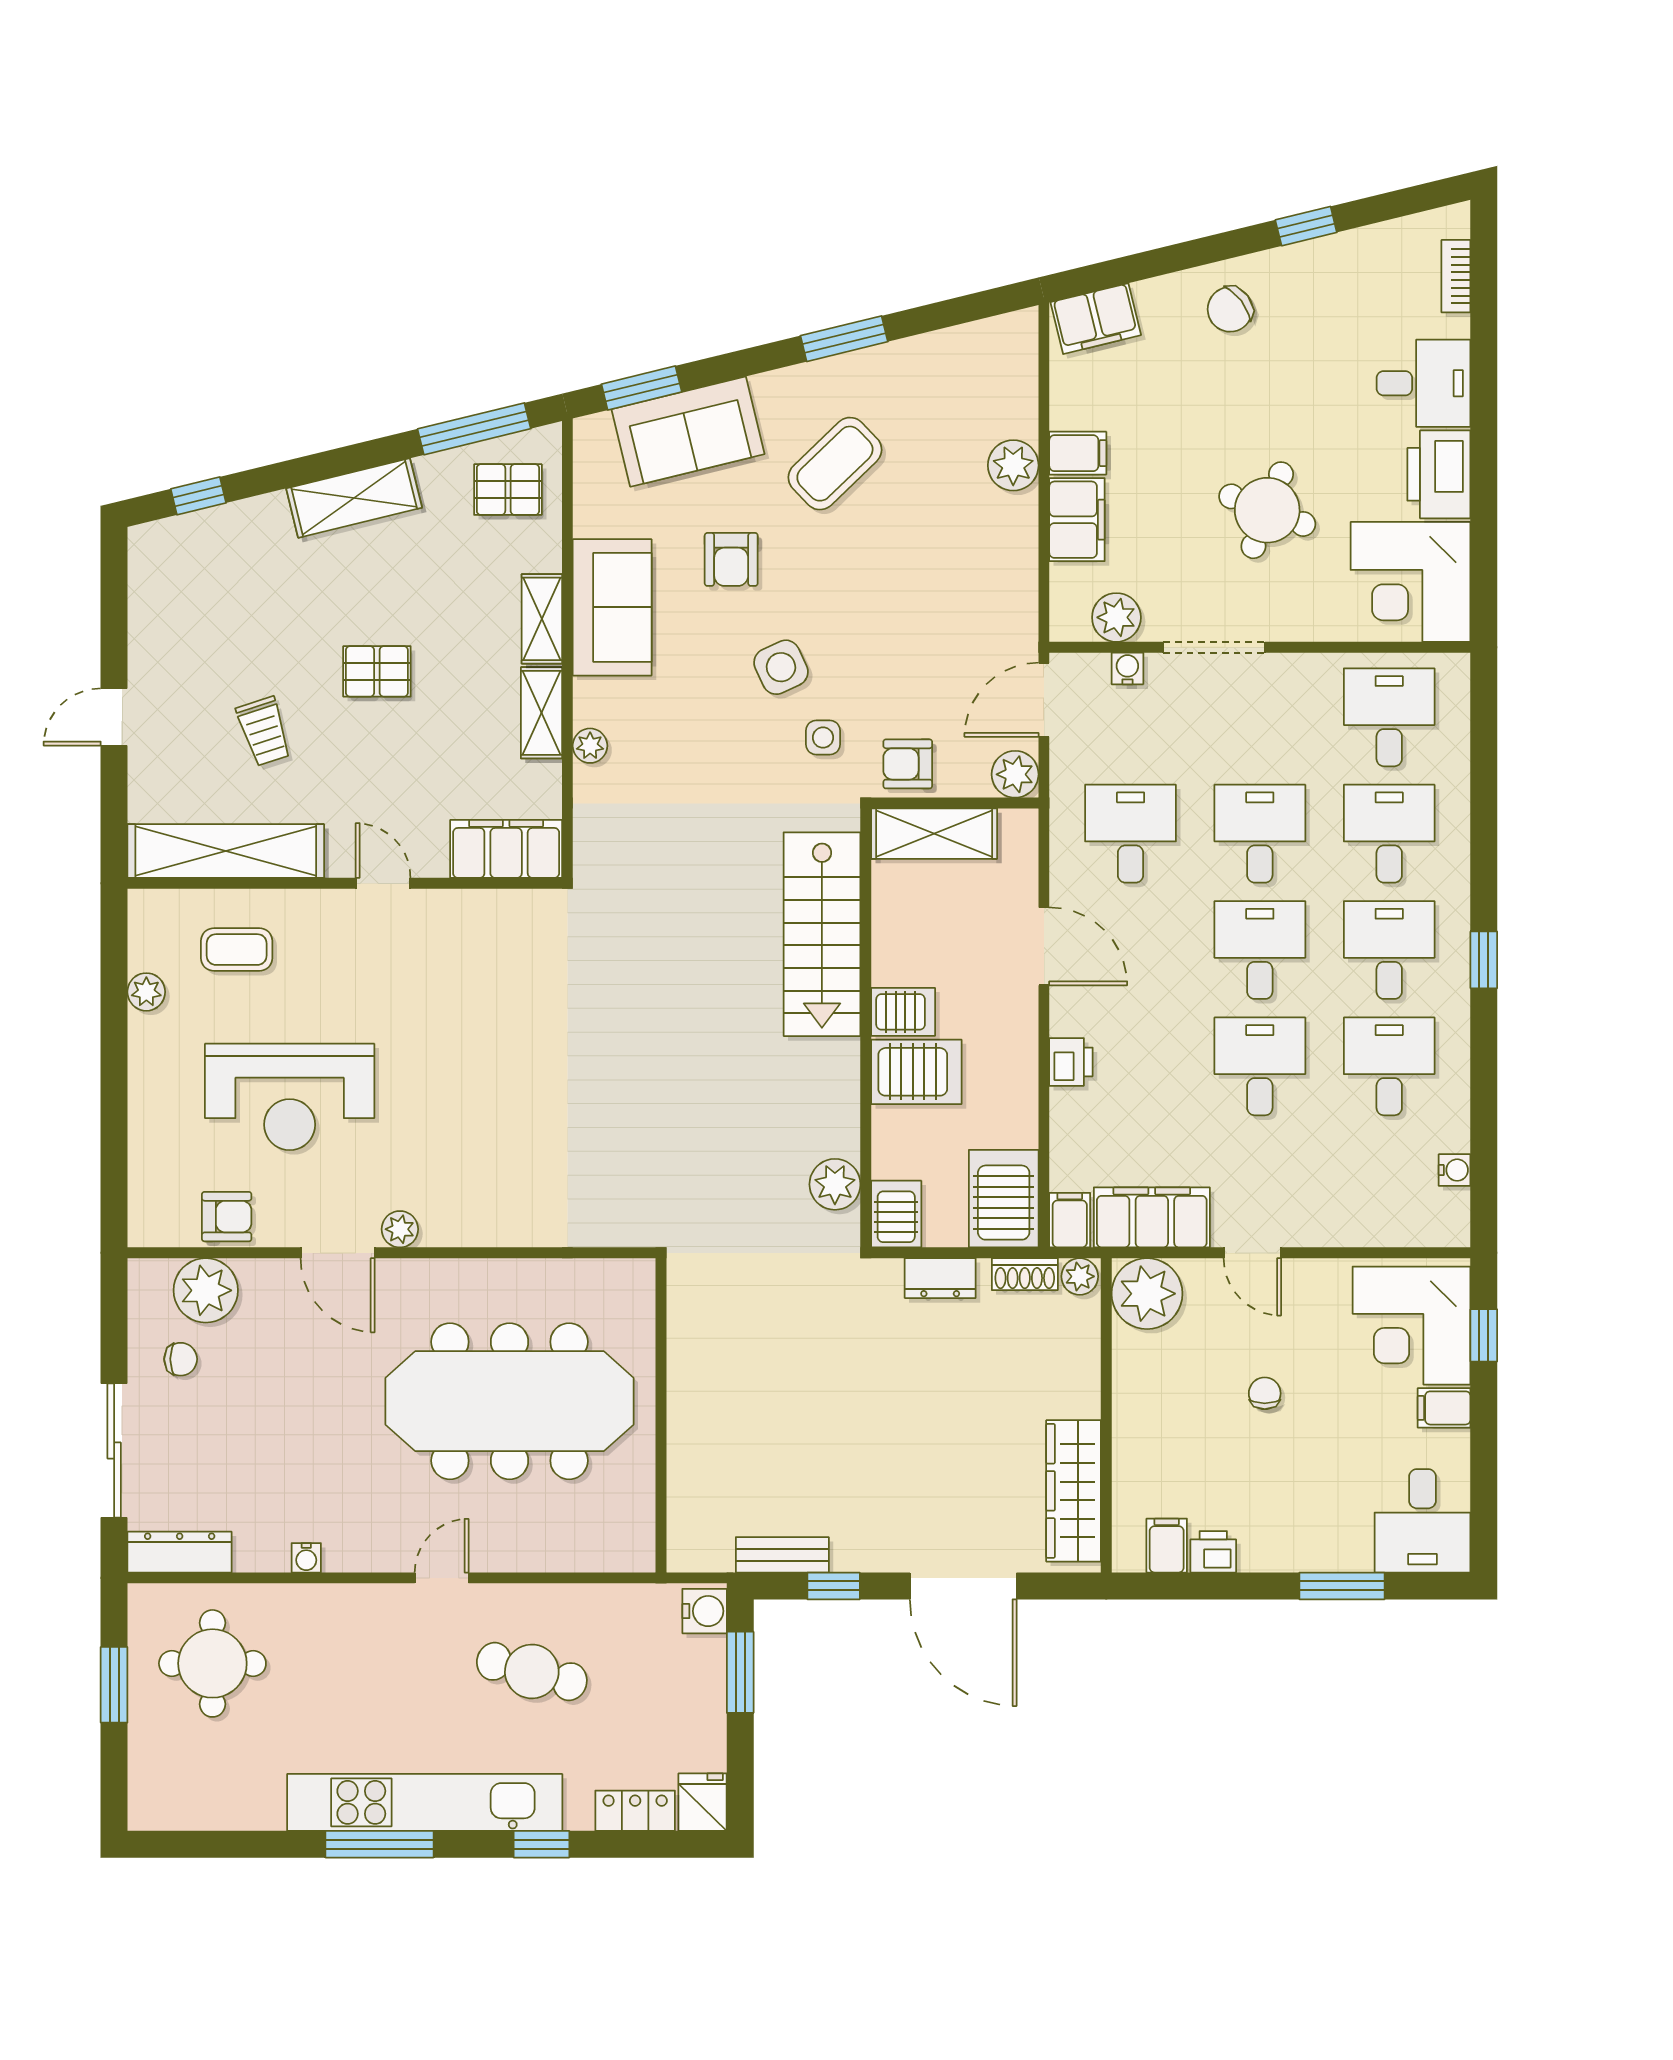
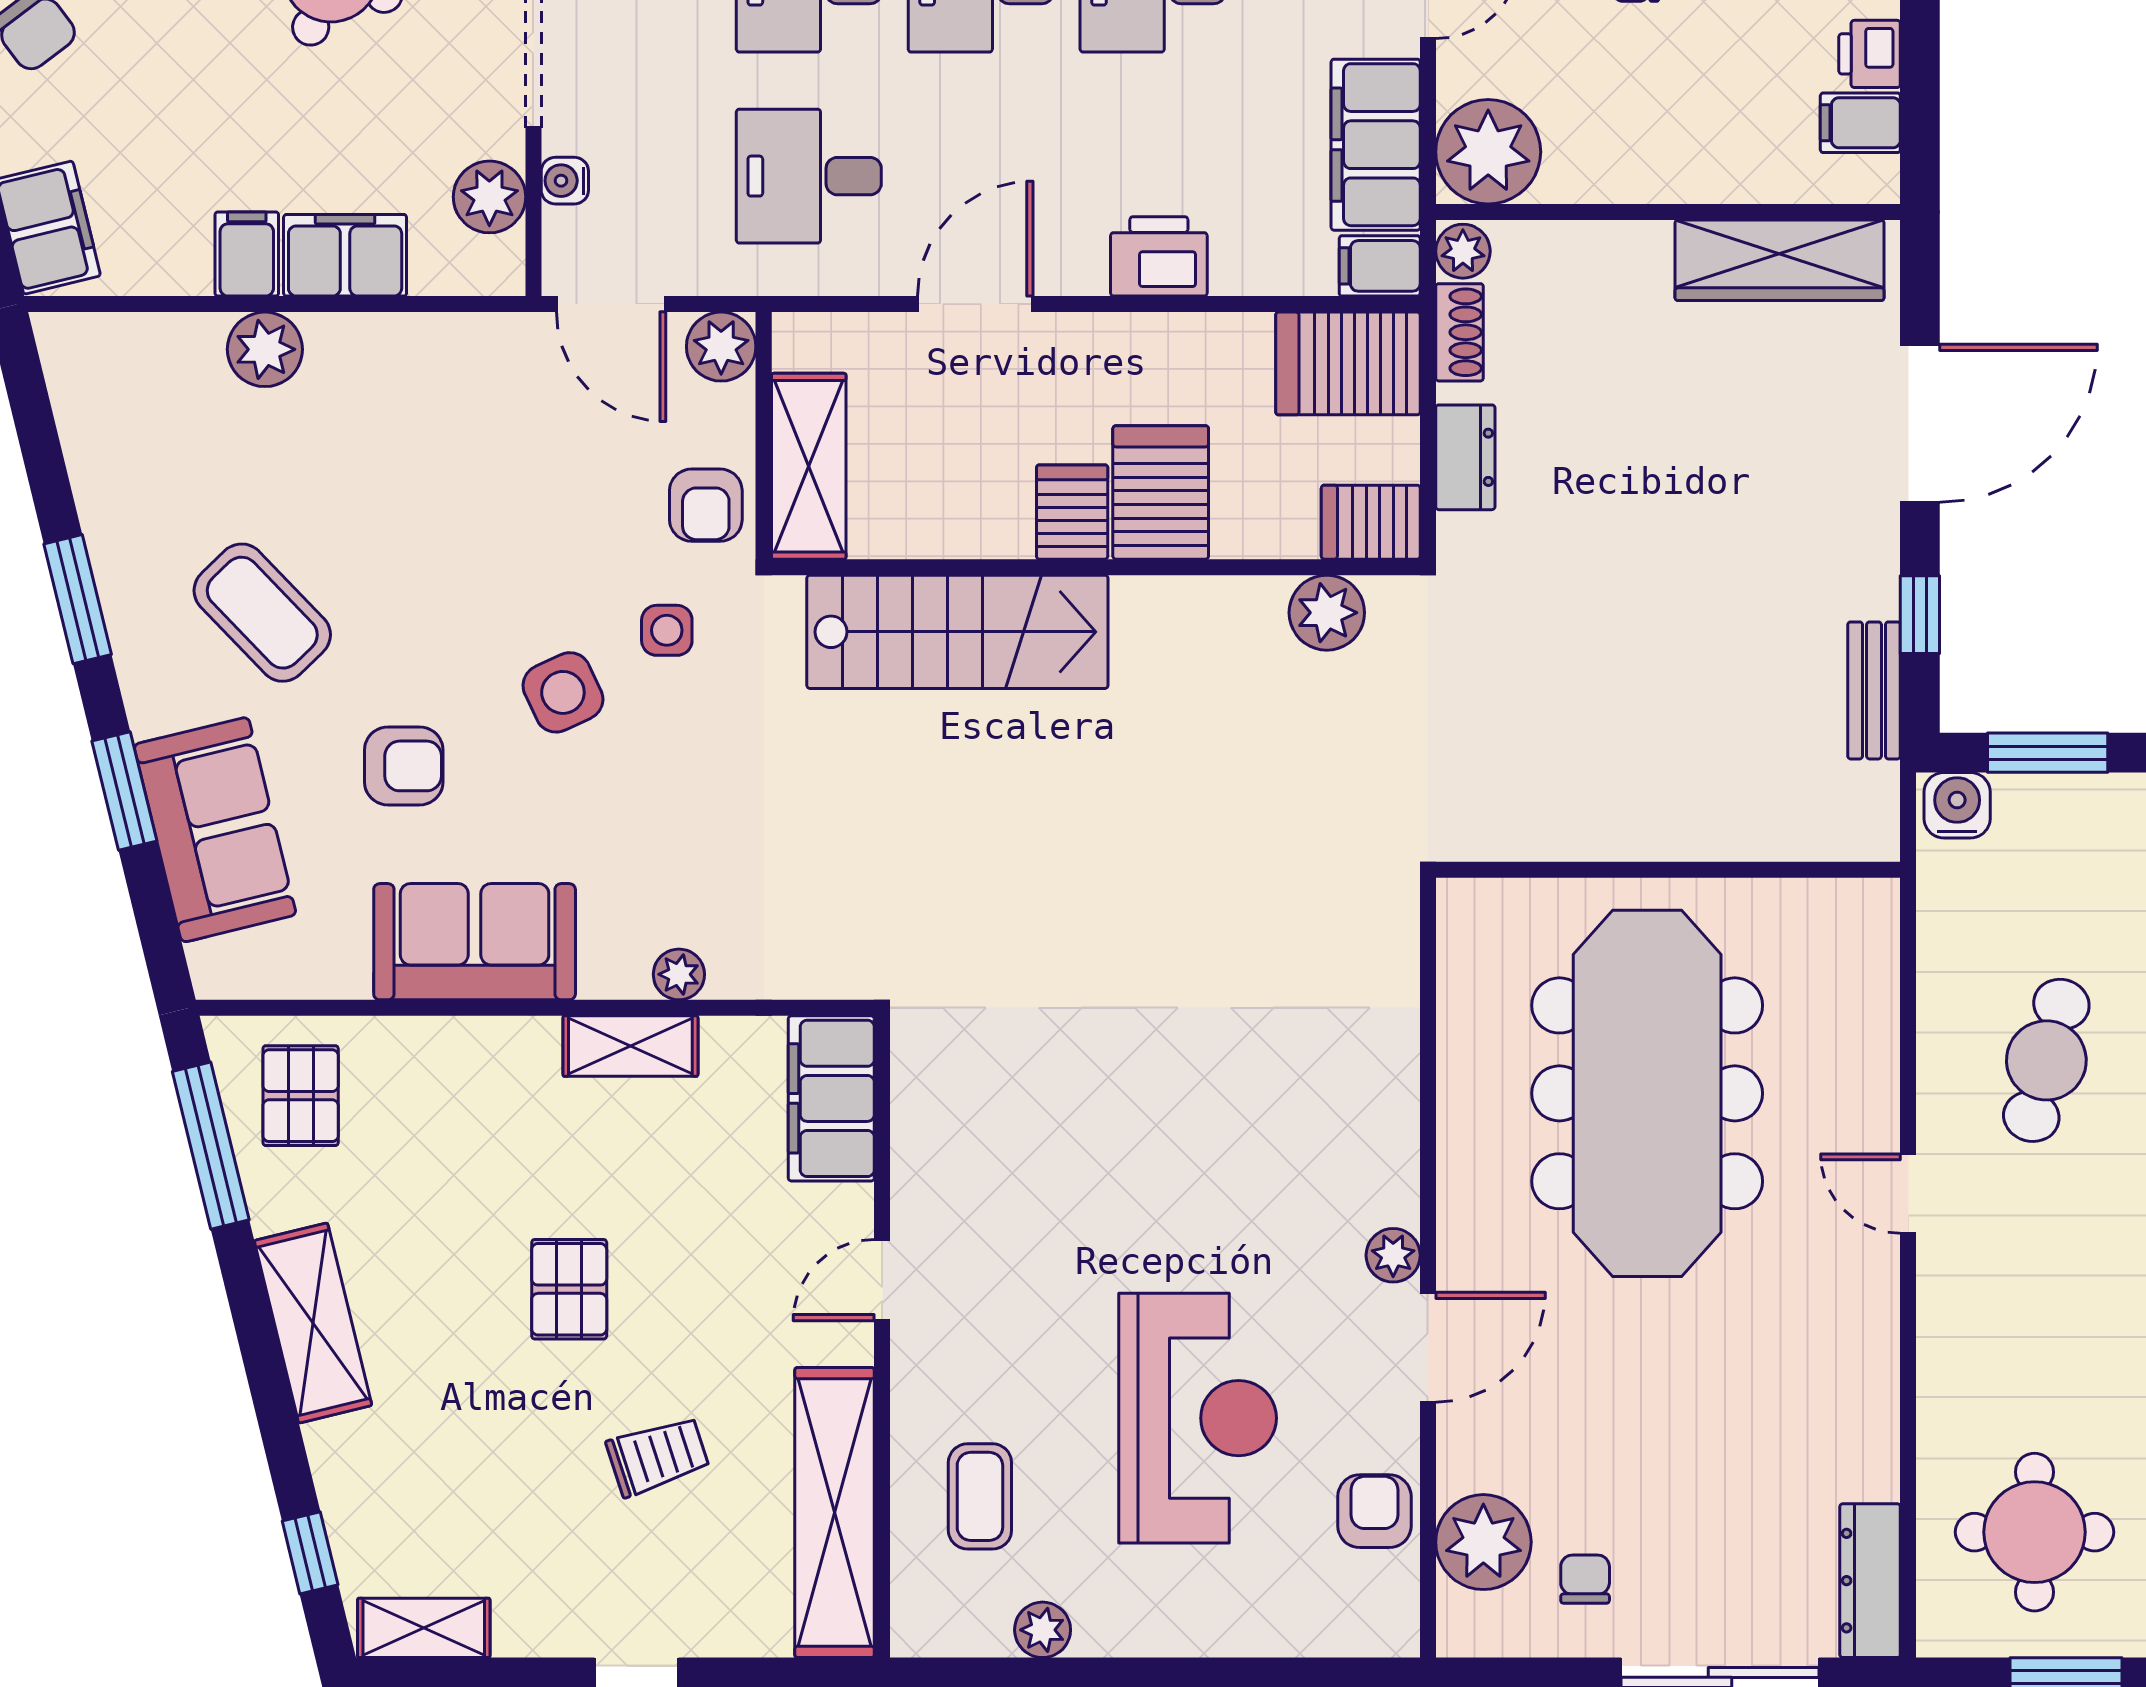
window: (642, 388) -> (124, 791), moved
shelving: (542, 619) -> (424, 1628), moved
printer: (1071, 1062) -> (1159, 256), width x1.36, depth x1.24
water cooler: (306, 1558) -> (1878, 1394), removed

